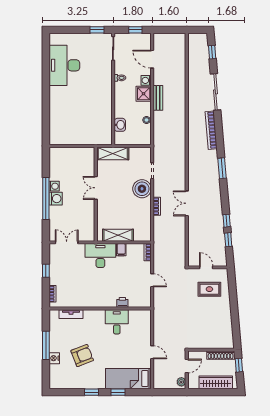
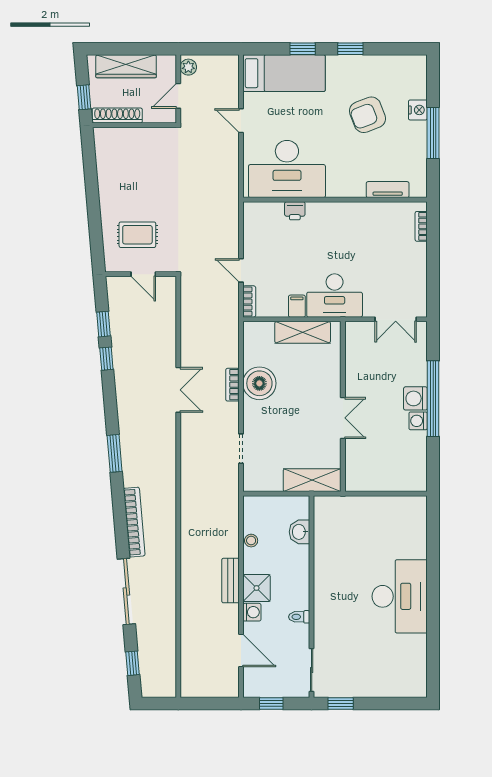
desk: (64, 65) -> (400, 596), moved
boiler: (142, 189) -> (259, 383), moved
window: (46, 271) -> (433, 268), removed
door: (152, 280) -> (241, 270), moved
desk: (117, 322) -> (287, 169), width x1.87, depth x1.30

